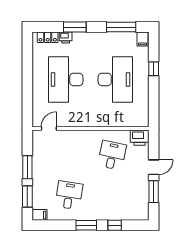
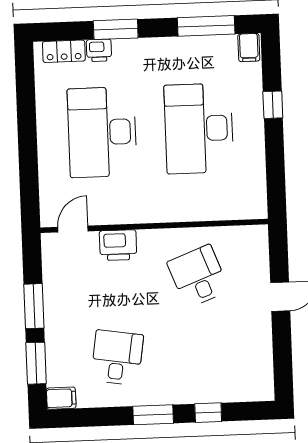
desk: (115, 79) -> (199, 128), turned 180
printer: (140, 138) -> (118, 245), moved
desk: (112, 155) -> (198, 276), turned -33
window: (154, 192) -> (282, 344), removed

